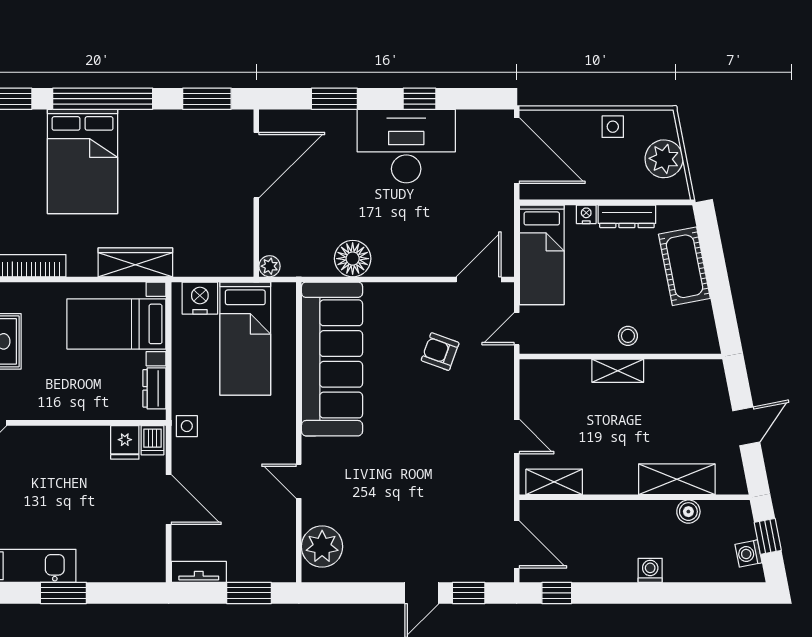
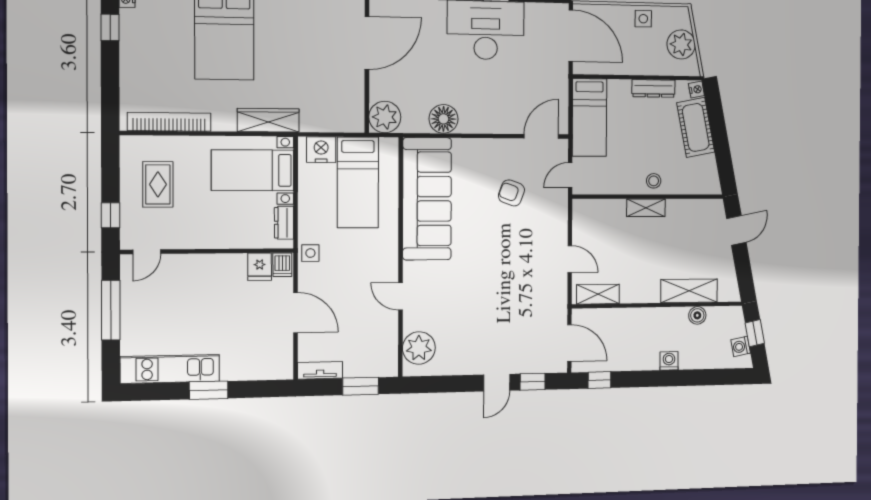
nightstand: (586, 214) -> (696, 89), moved, turned 79
plant: (270, 266) -> (385, 117), width x1.87, depth x1.87
door: (746, 426) -> (736, 230), moved

